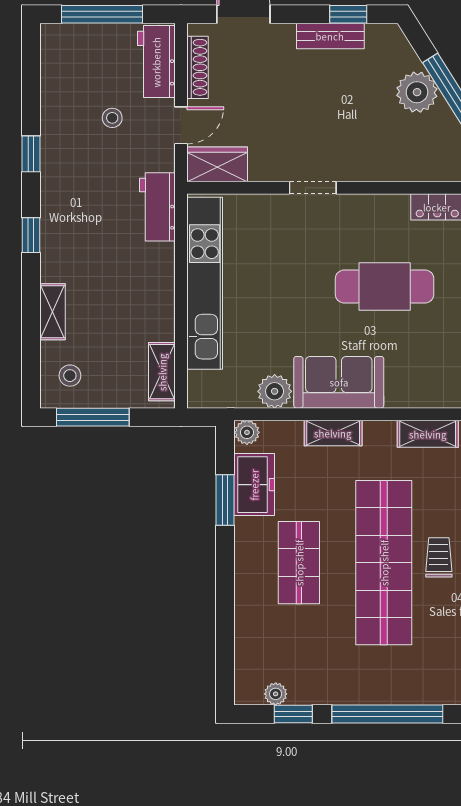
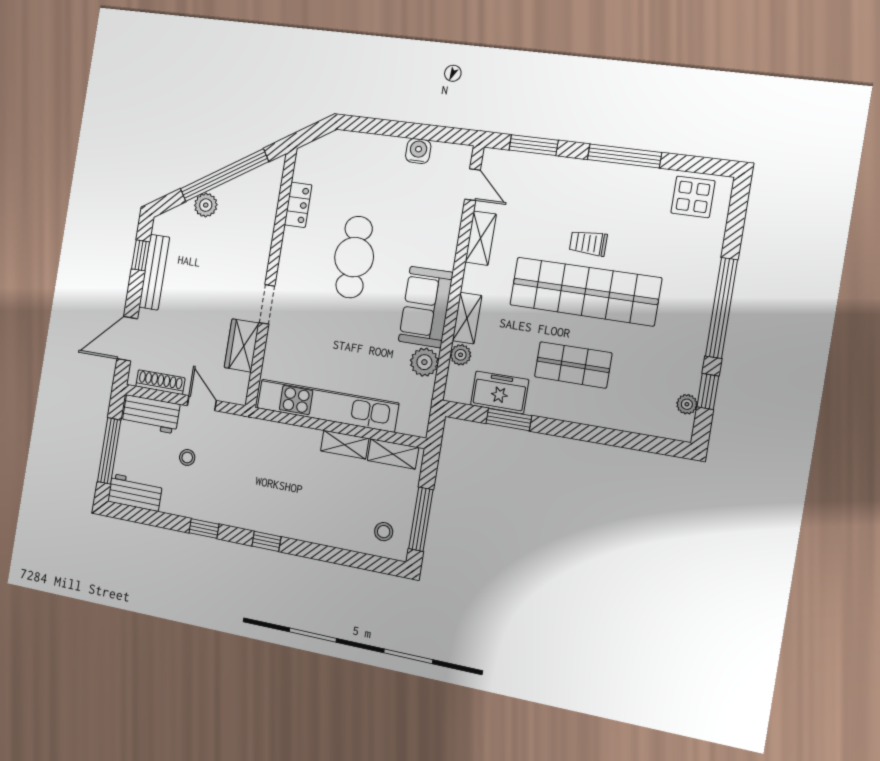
bench: (330, 36) -> (154, 272), width x1.36
plant: (417, 92) -> (206, 205), width x0.73, depth x0.73
wardrobe: (217, 164) -> (242, 345), moved
workbench: (157, 207) -> (135, 492), moved, turned 180
shelving: (52, 312) -> (345, 445), moved
plant: (247, 432) -> (461, 355), moved

